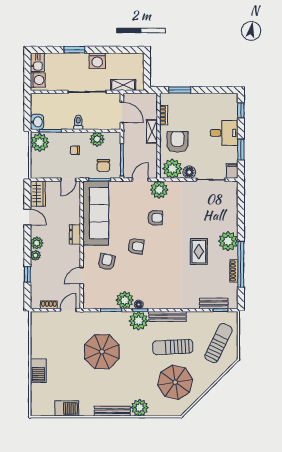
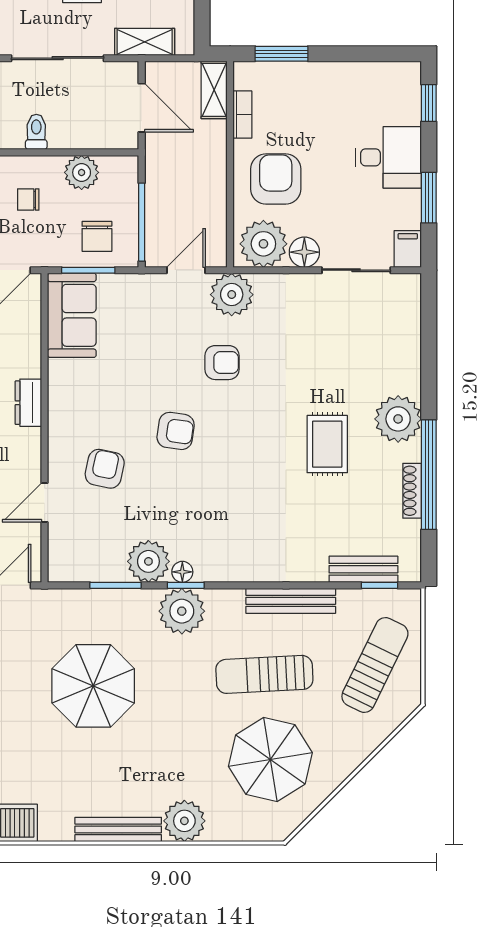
shelving: (152, 131) -> (214, 90), moved
sofa: (96, 213) -> (72, 315), width x0.54, depth x0.79
bench: (168, 317) -> (291, 601), moved

